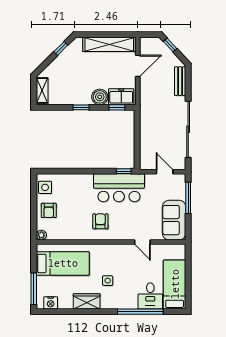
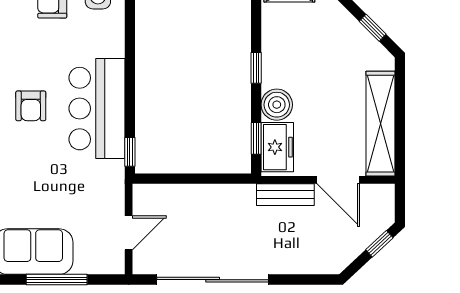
bench: (180, 81) -> (285, 195), moved
bar counter: (119, 188) -> (97, 109), moved
window: (188, 198) -> (57, 280), moved
armchair: (100, 221) -> (31, 106), turned 90

